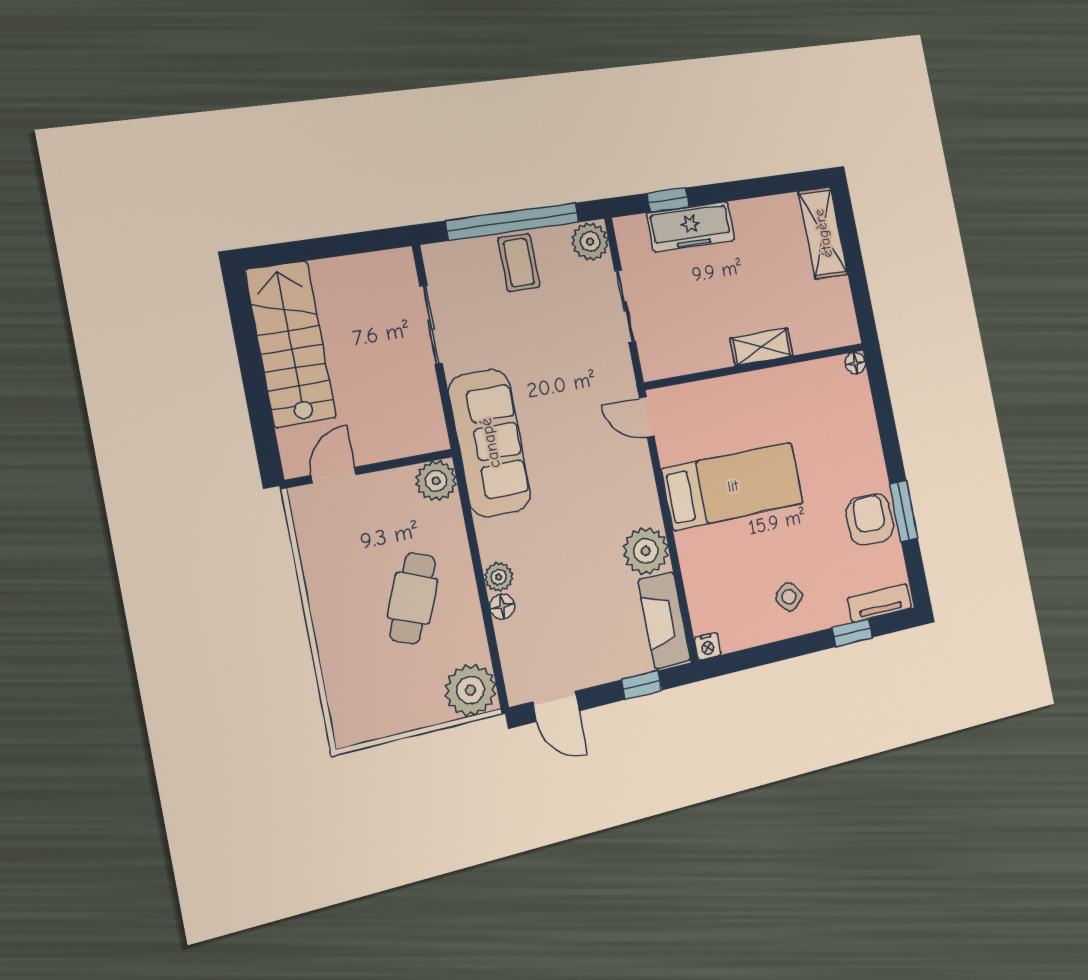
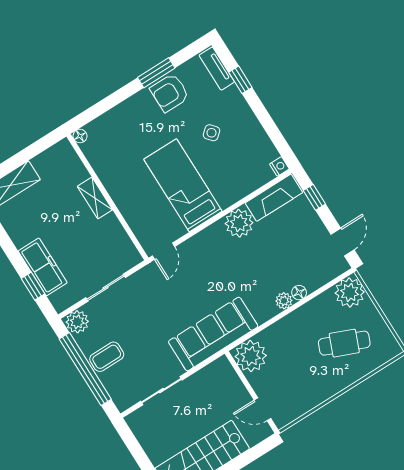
plant: (436, 481) -> (251, 356), width x1.36, depth x1.36
side table: (789, 597) -> (211, 133), moved
cafe table: (413, 598) -> (344, 343), moved

